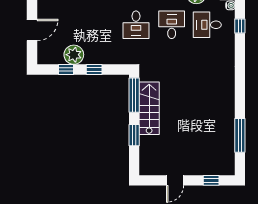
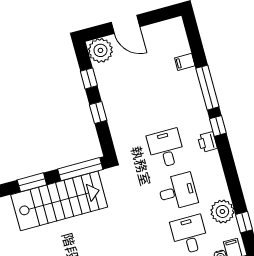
desk: (136, 25) -> (166, 148), turned 90
plant: (74, 55) -> (100, 50), moved
stairs: (149, 108) -> (59, 201), width x1.36, depth x1.51

